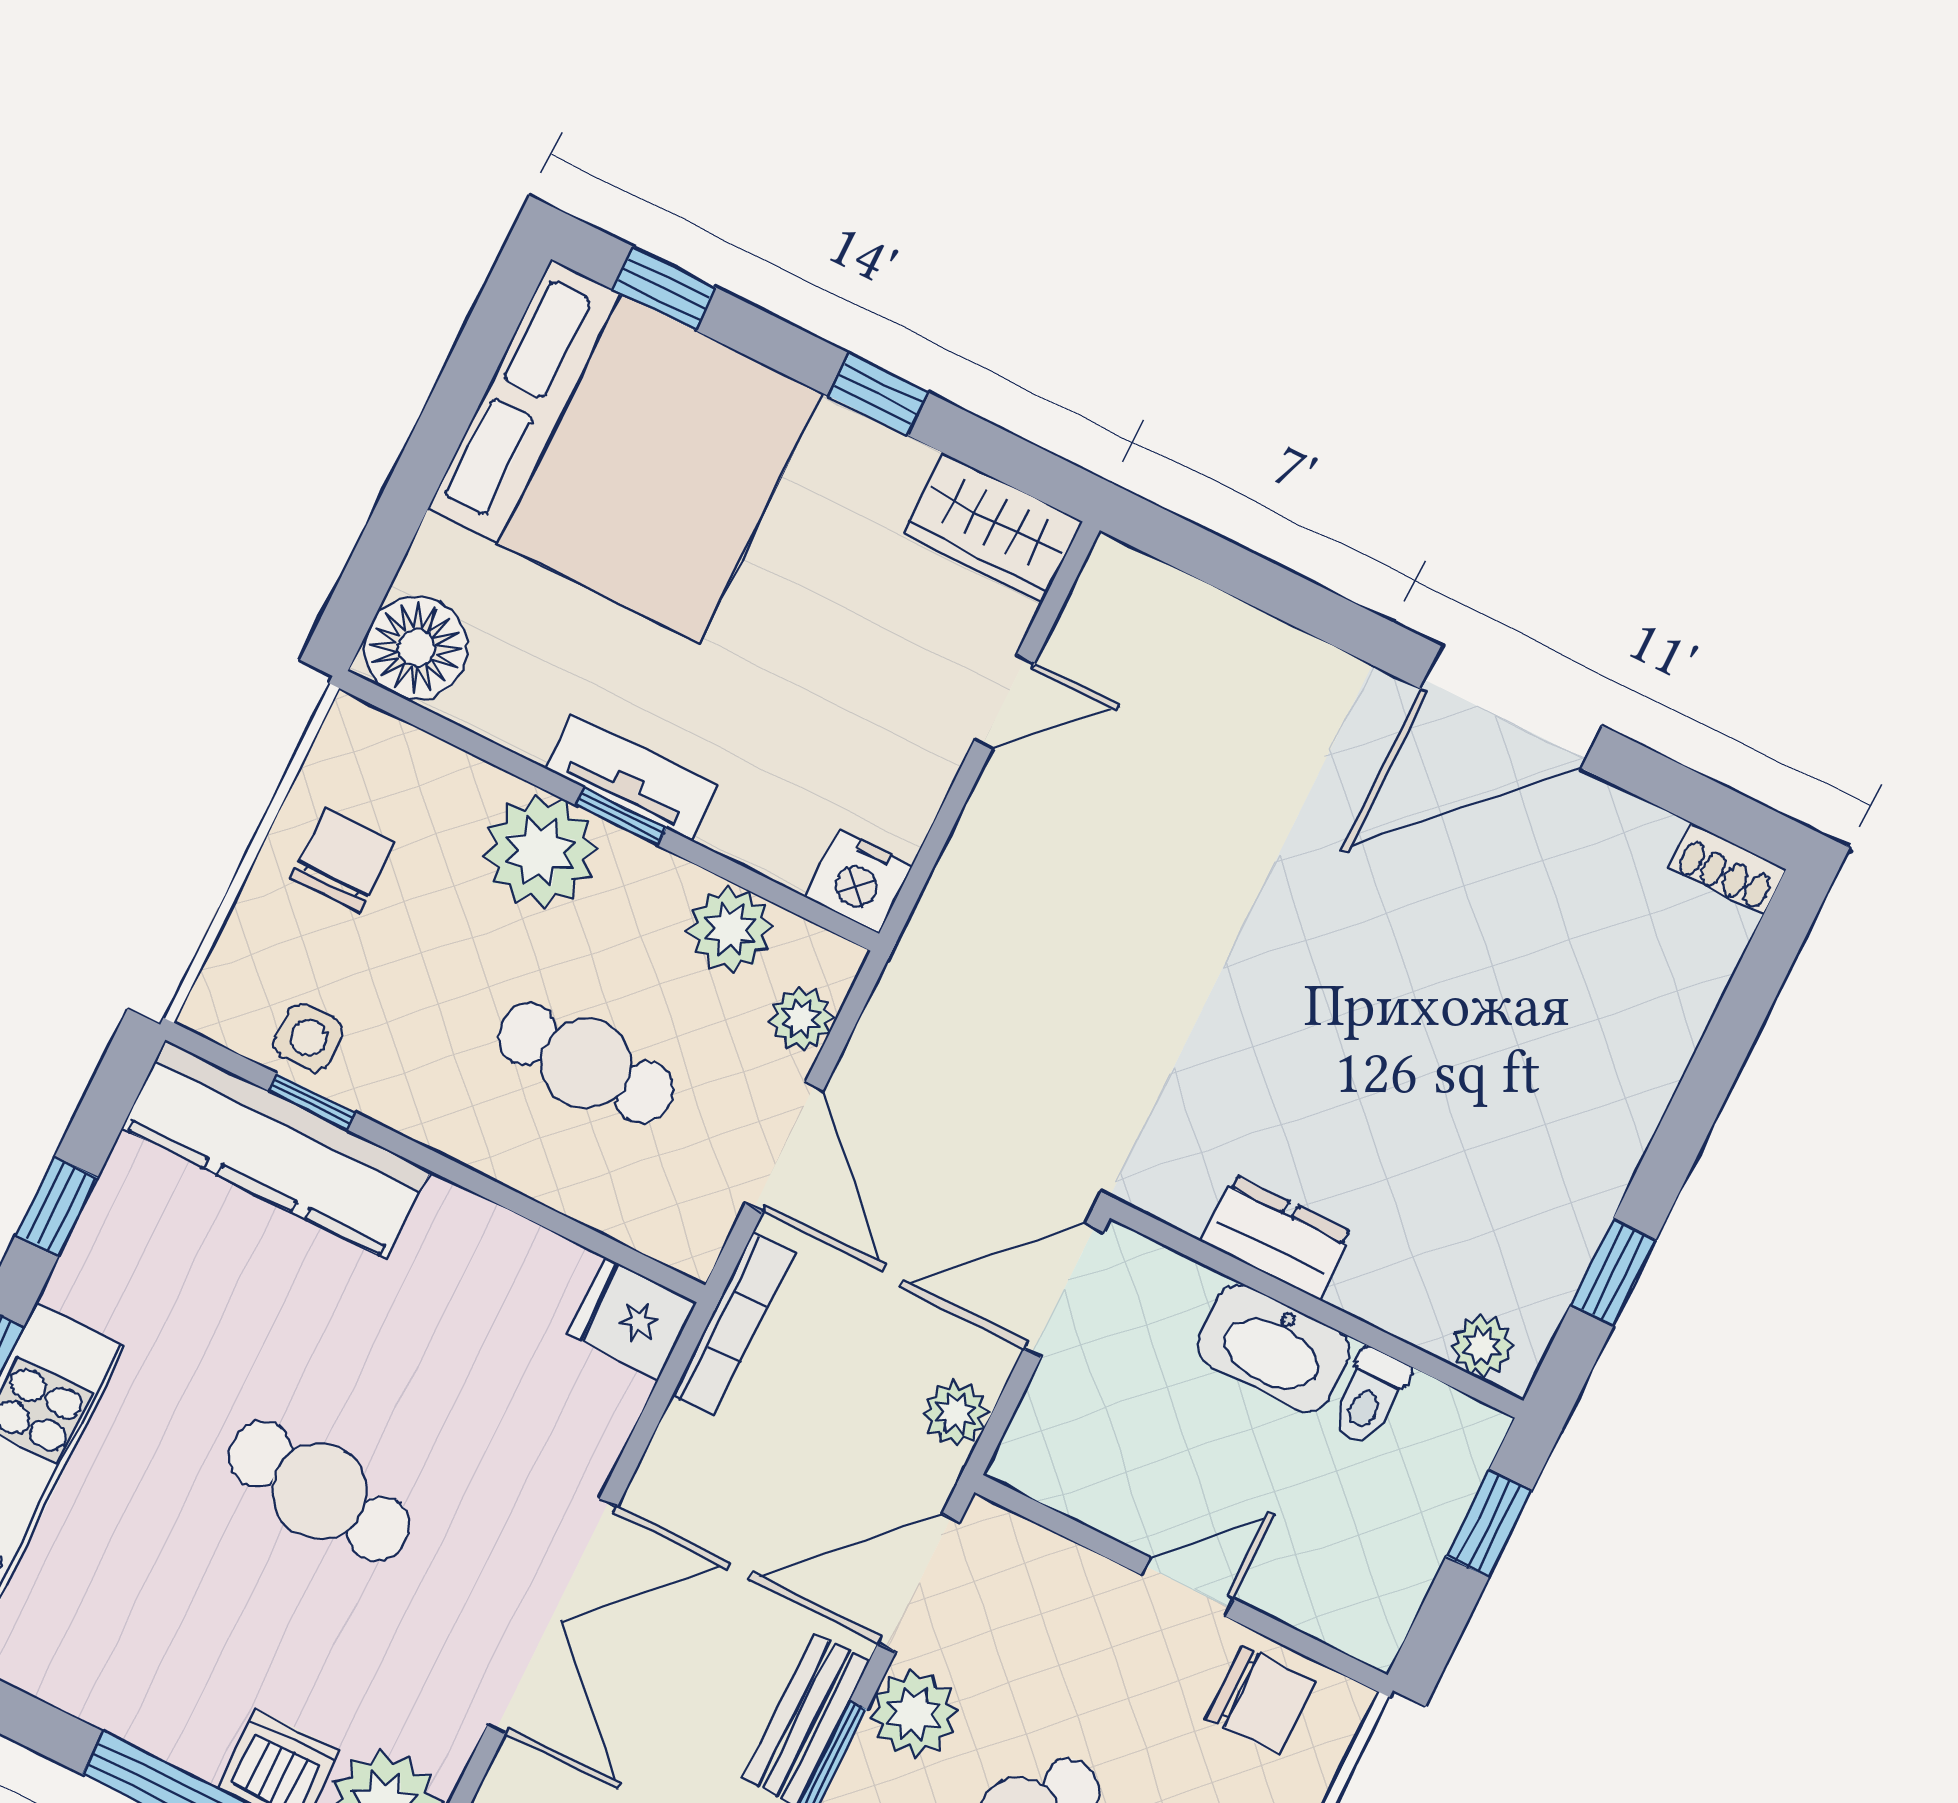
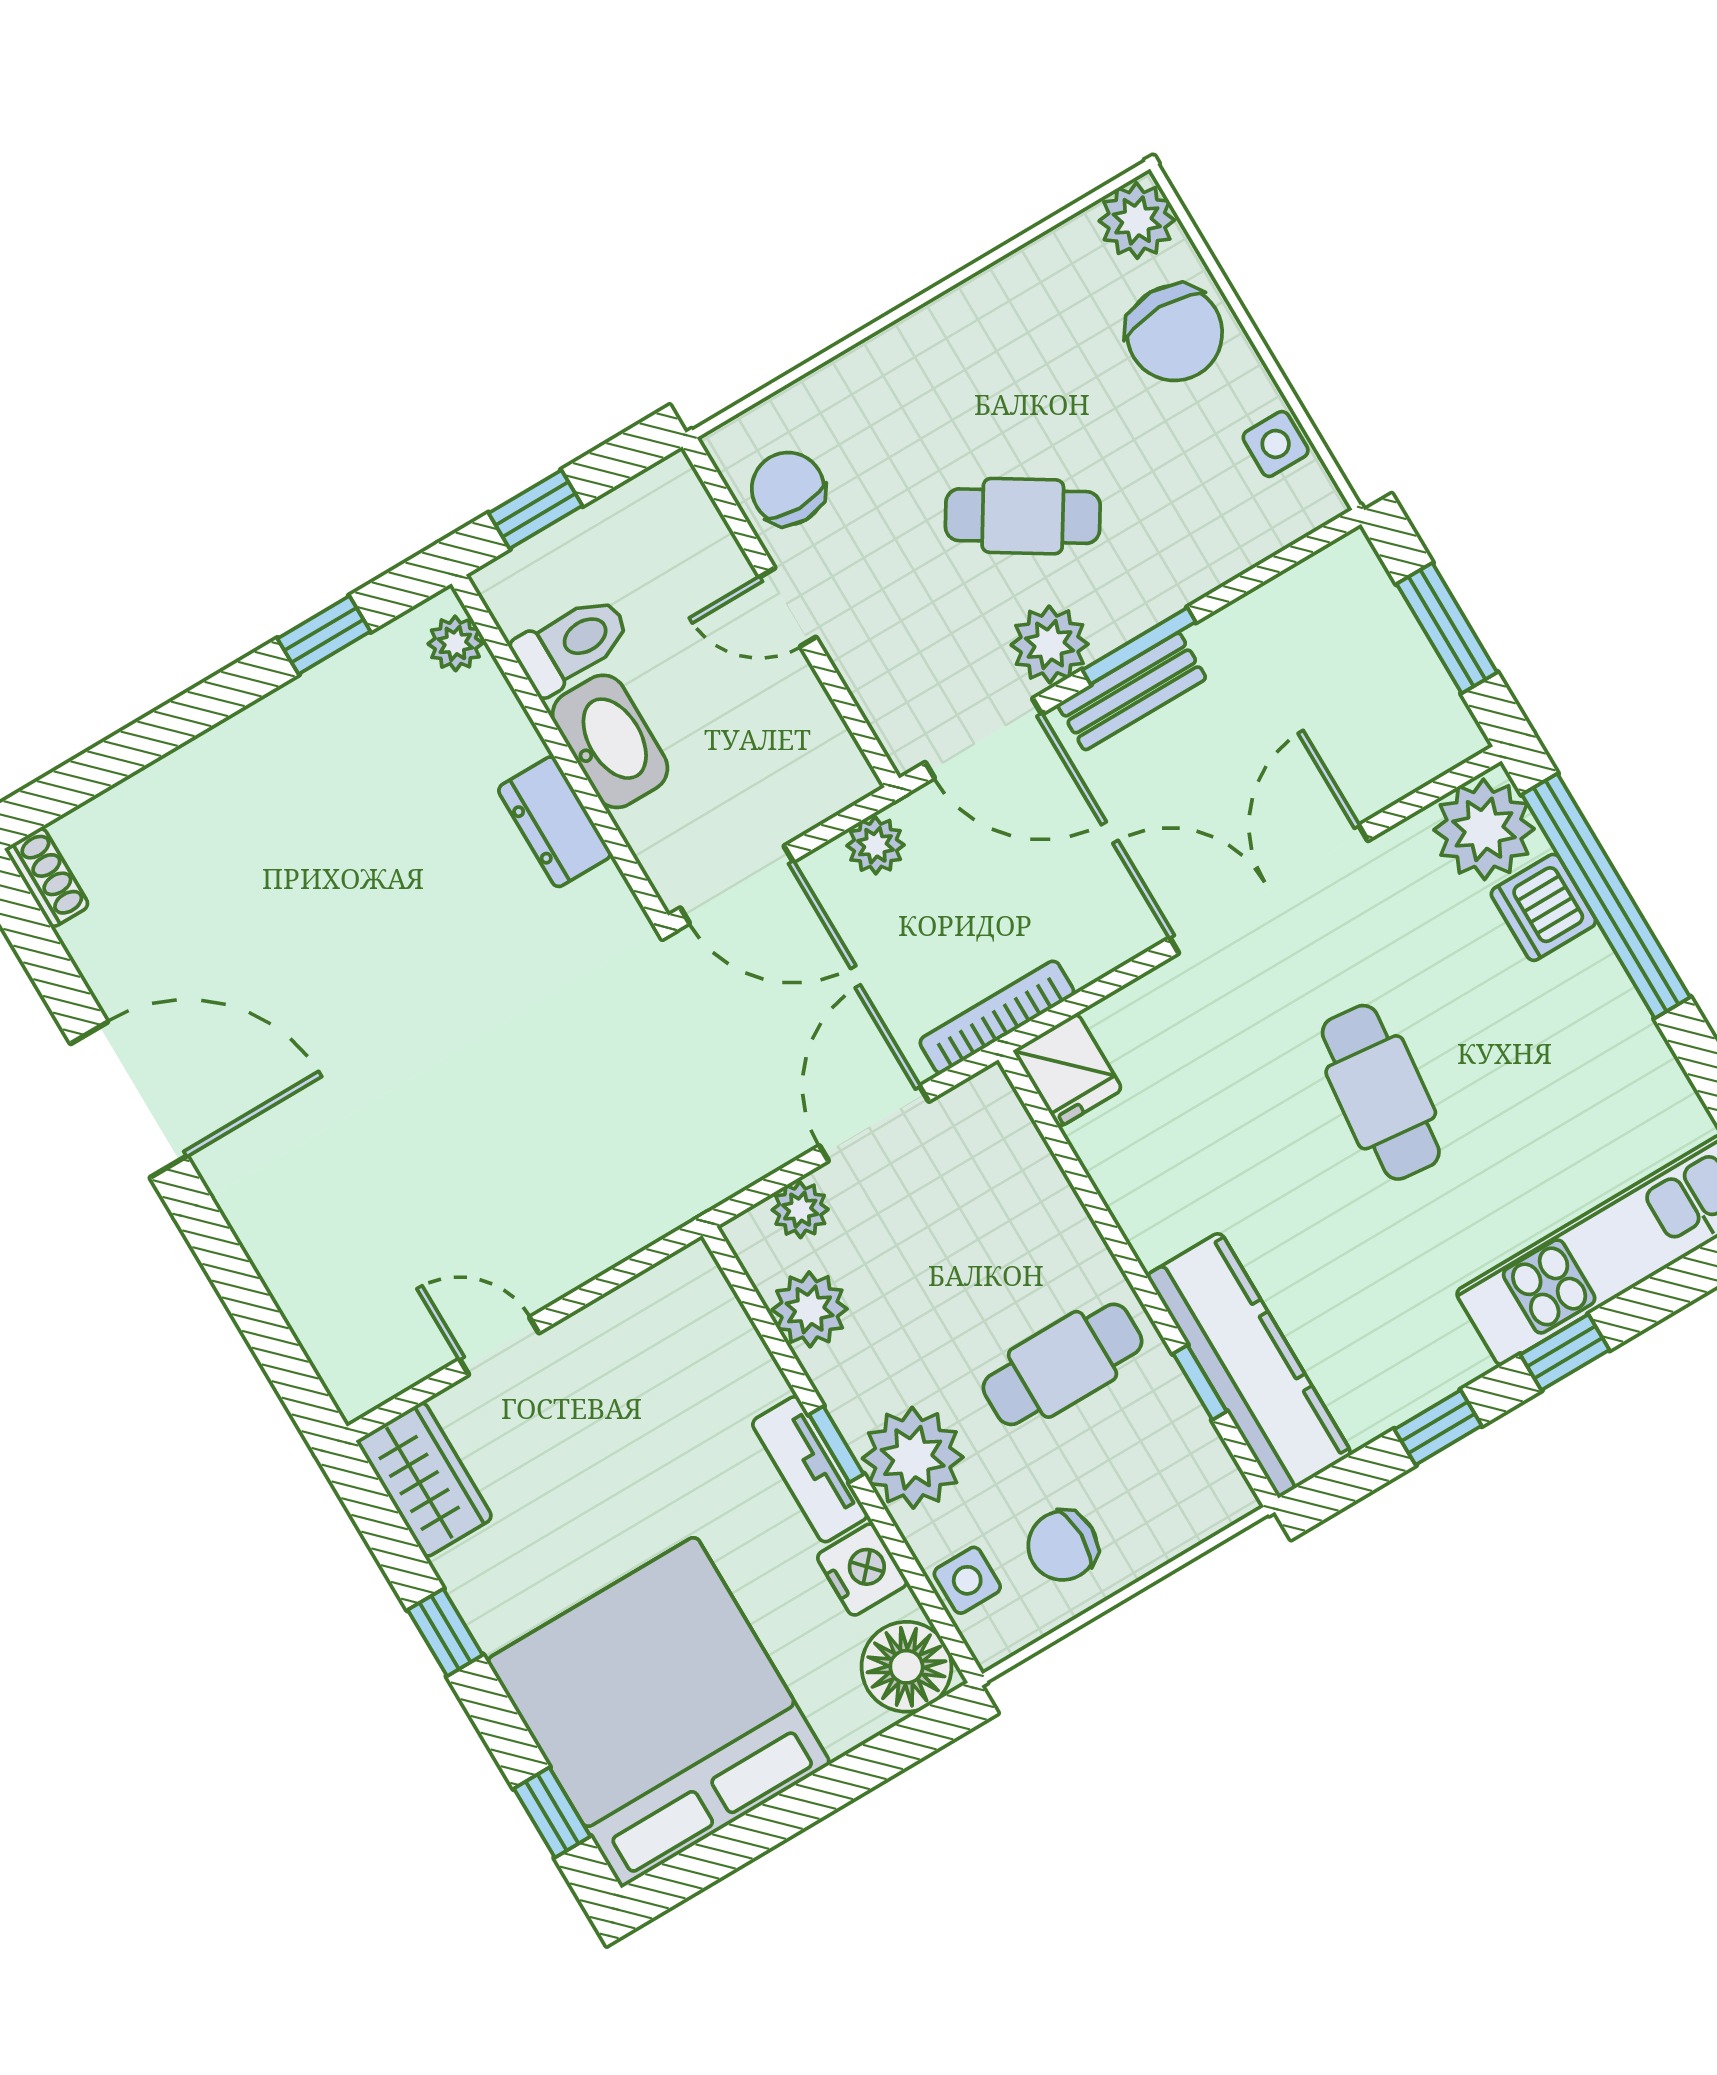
nightstand: (859, 881) -> (862, 1570), moved
side table: (308, 1038) -> (967, 1580), moved
cafe table: (586, 1064) -> (1062, 1364), moved, turned 90
toilet: (1369, 1397) -> (572, 644), width x1.37, depth x1.39

